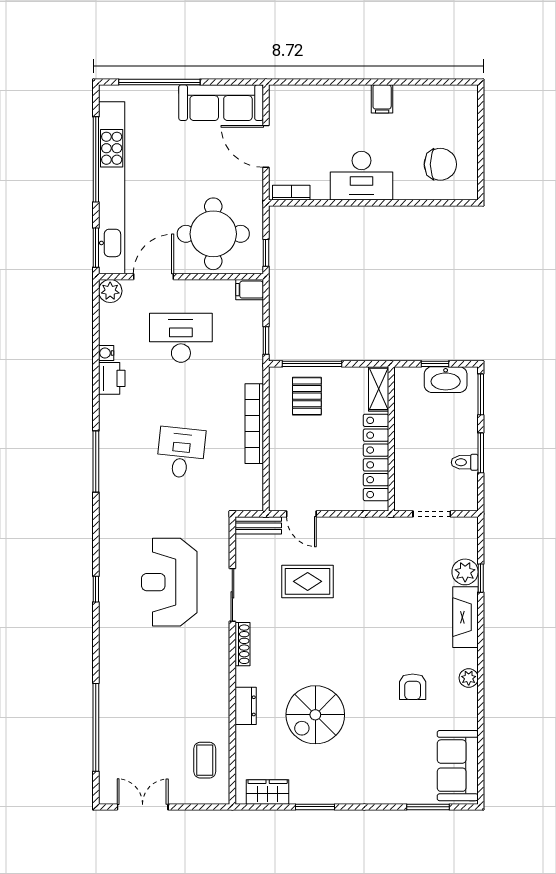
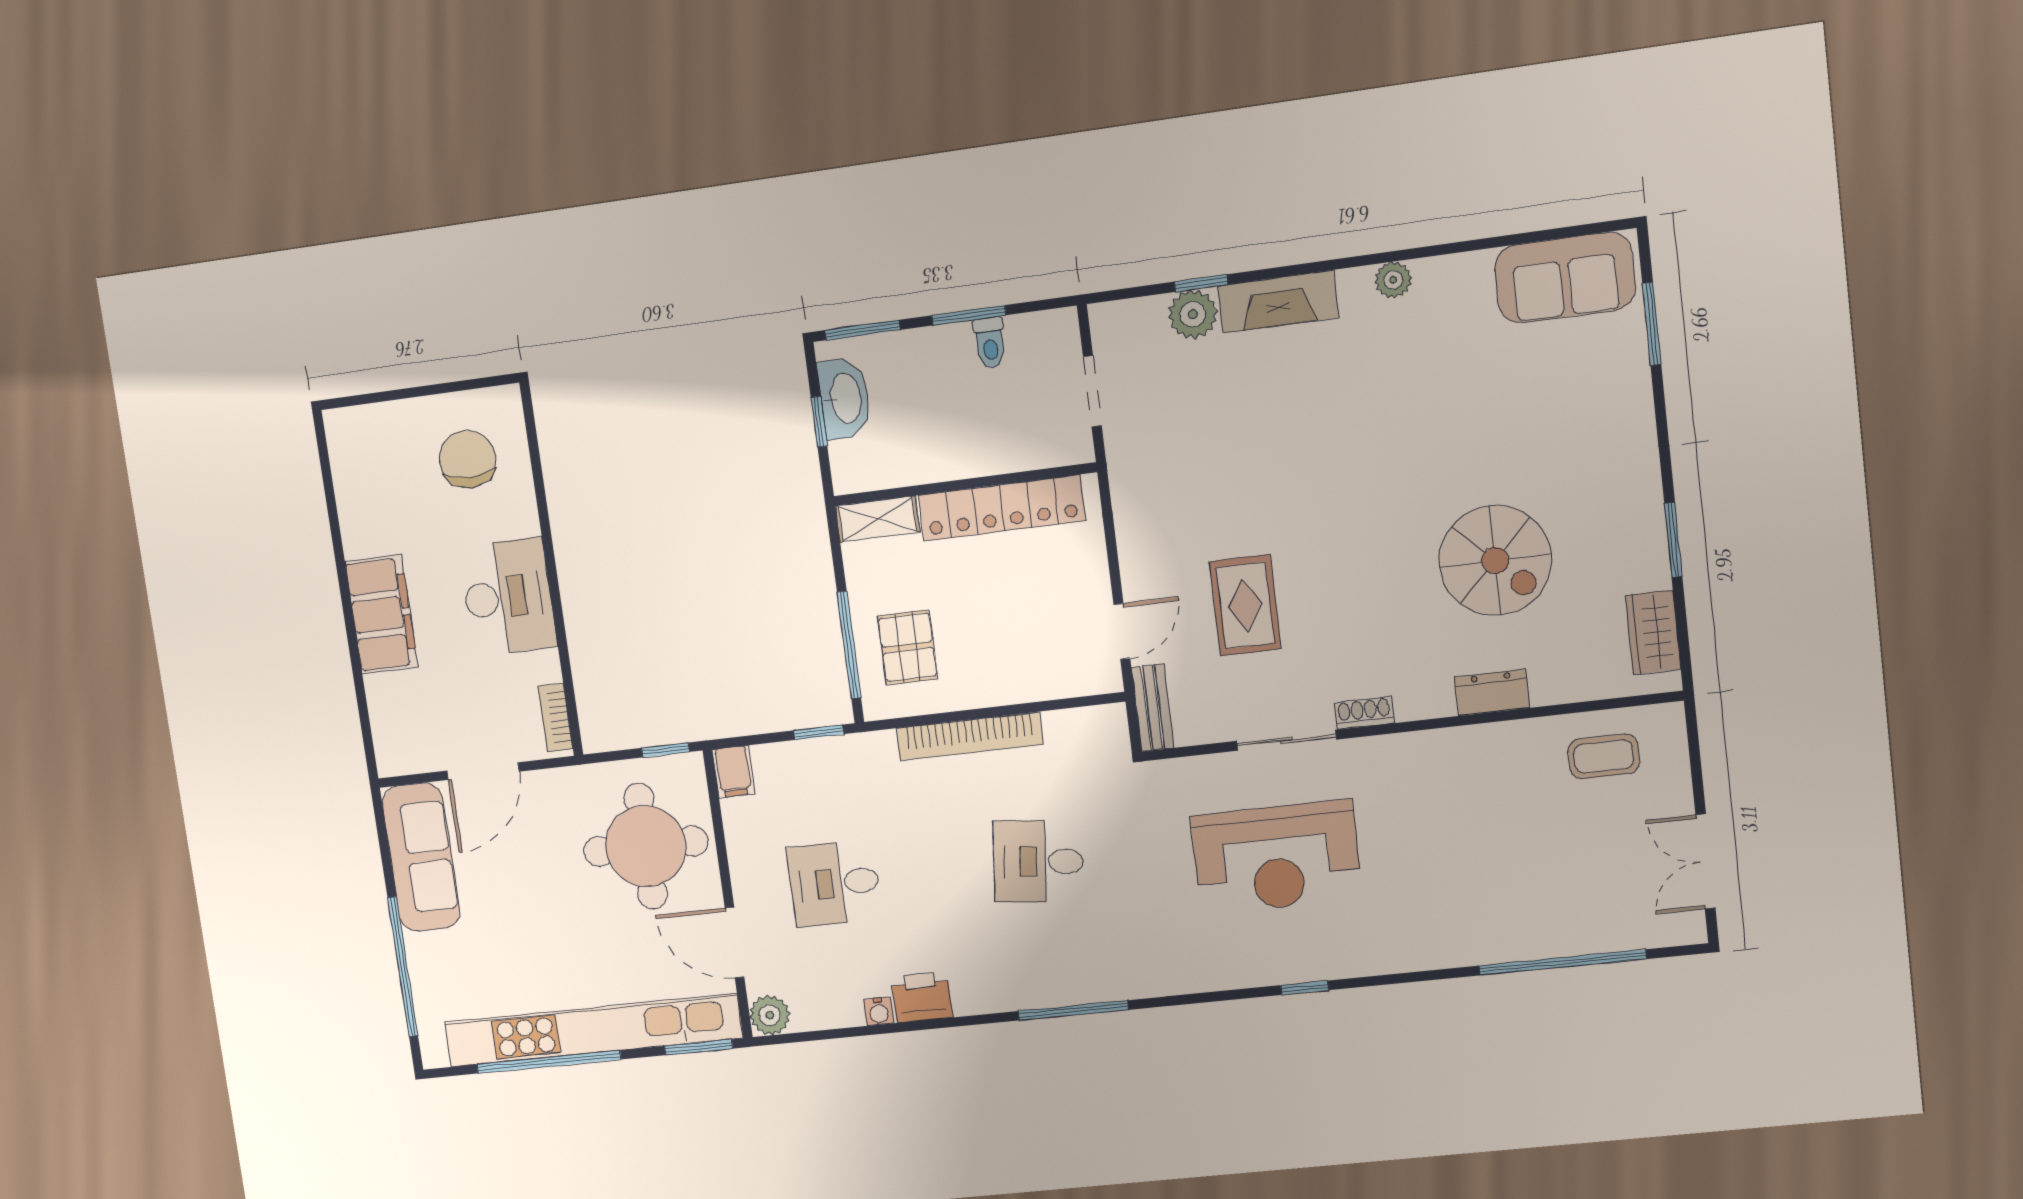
filing cabinet: (382, 99) -> (382, 614), width x3.00, depth x1.17
desk: (181, 338) -> (834, 883), width x0.73
pallet: (307, 396) -> (908, 647), turned 90
shoe rack: (242, 644) -> (1364, 713), width x0.70
armchair: (413, 687) -> (1422, 384), removed

